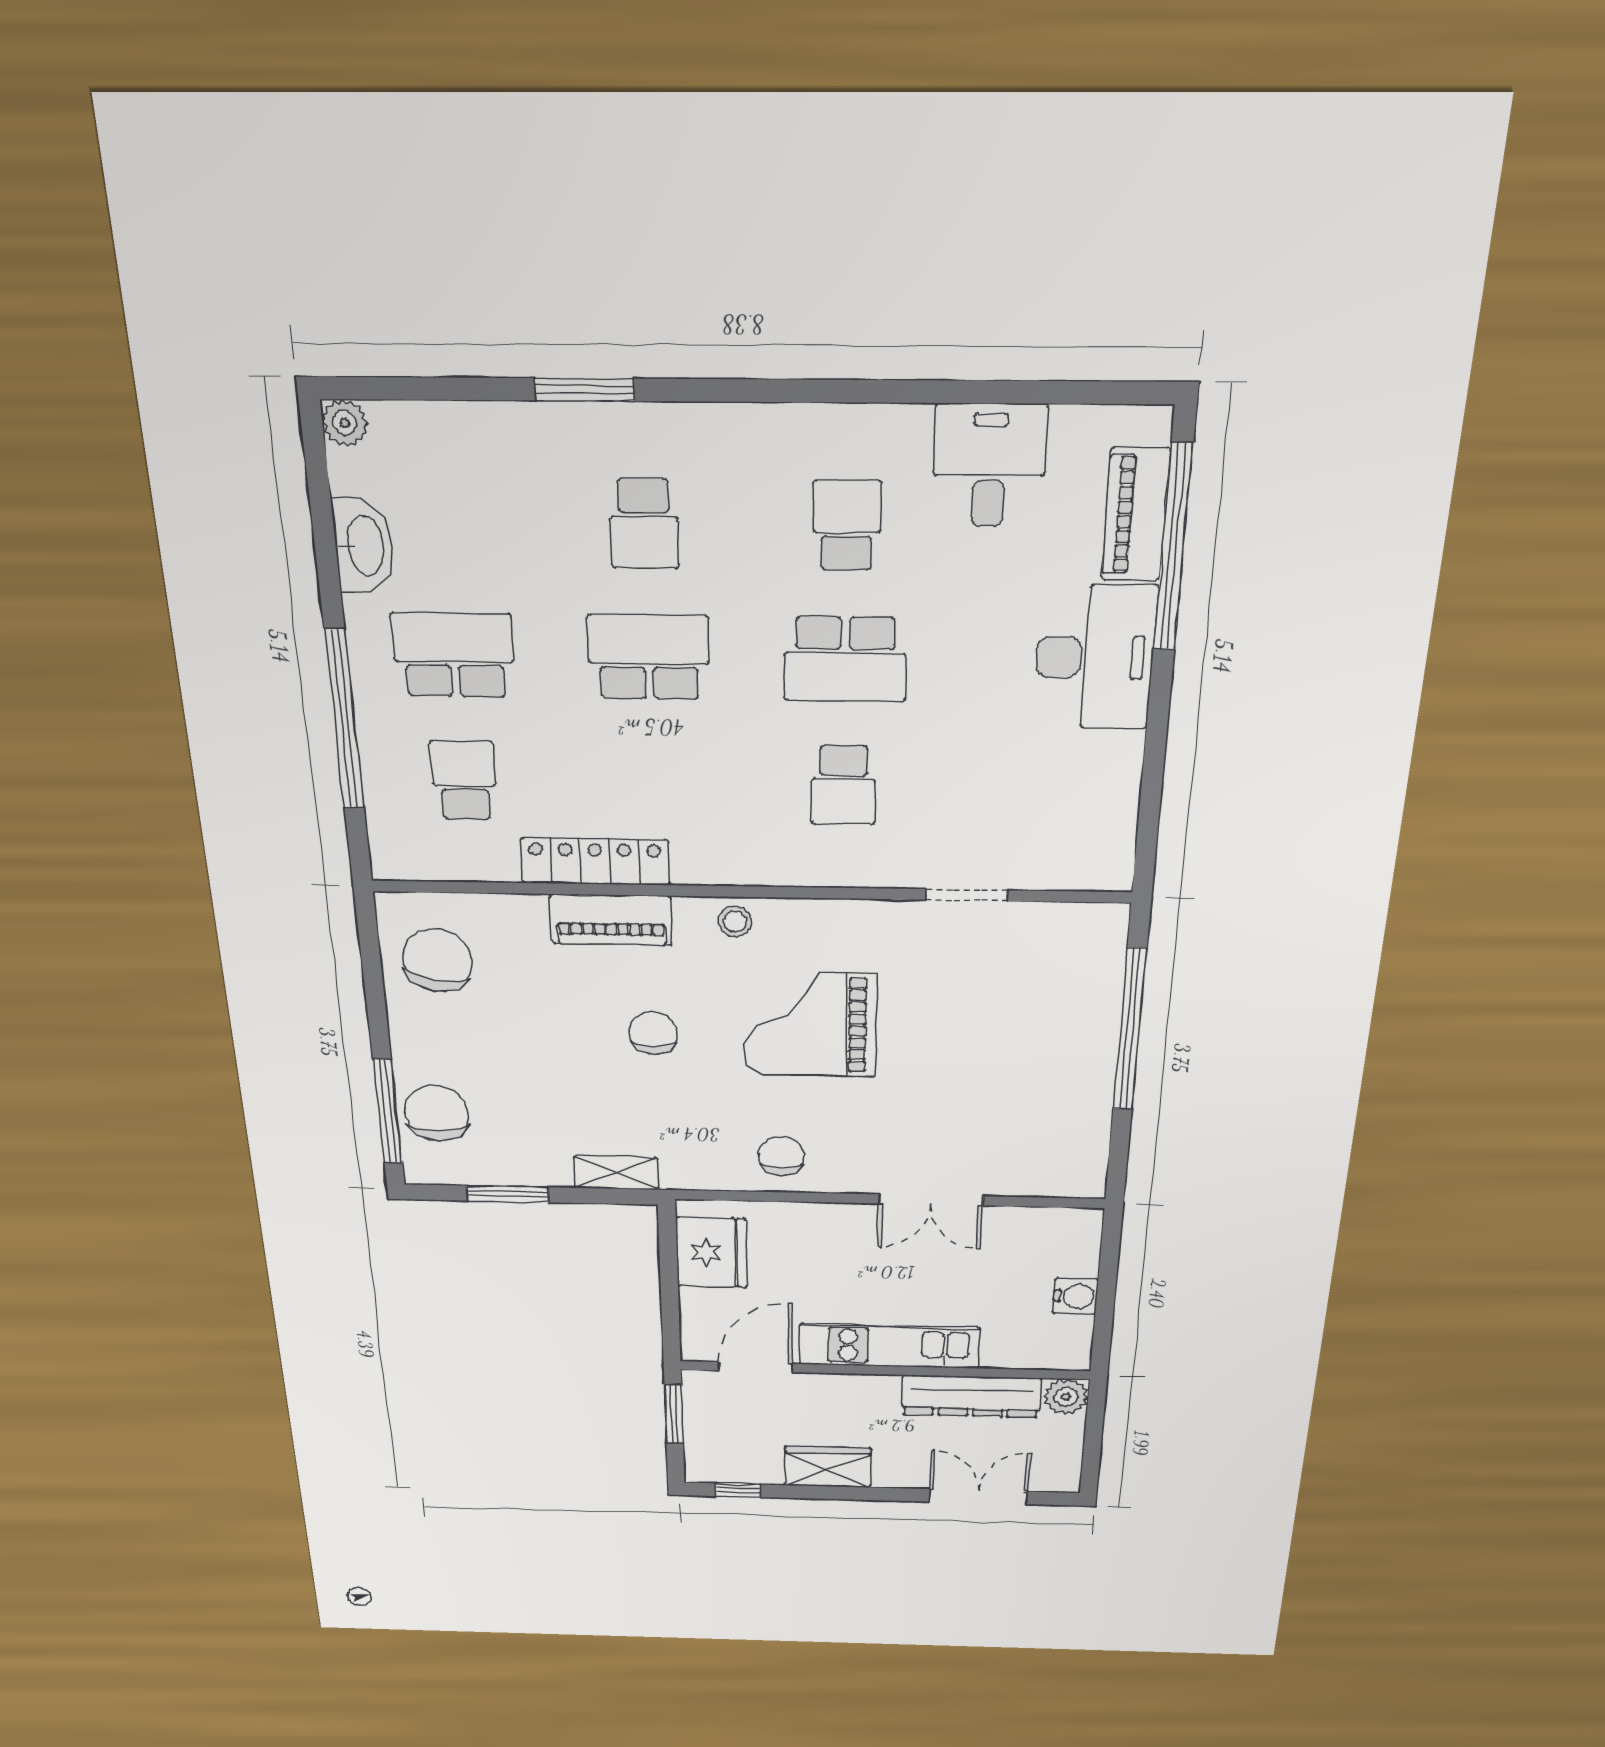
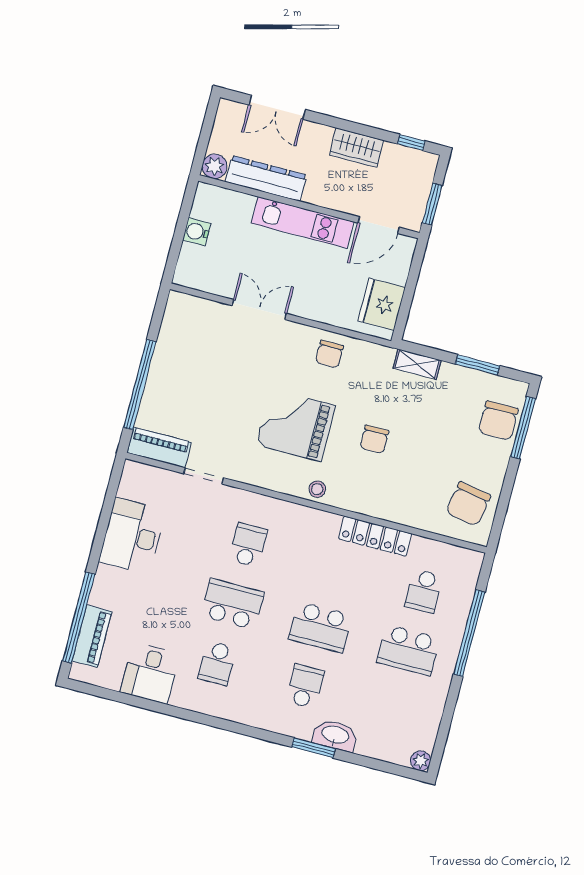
washbasin: (364, 546) -> (335, 735), moved, turned 90
desk: (1095, 657) -> (132, 536), moved
piano: (611, 920) -> (159, 447), moved
grand piano: (809, 1024) -> (296, 425), turned 180

